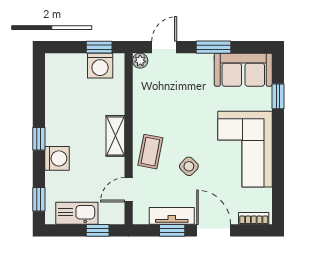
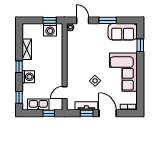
door: (164, 47) -> (83, 20), hinge flipped
shelving: (115, 136) -> (27, 49), moved
coffee table: (150, 152) -> (76, 73), removed

